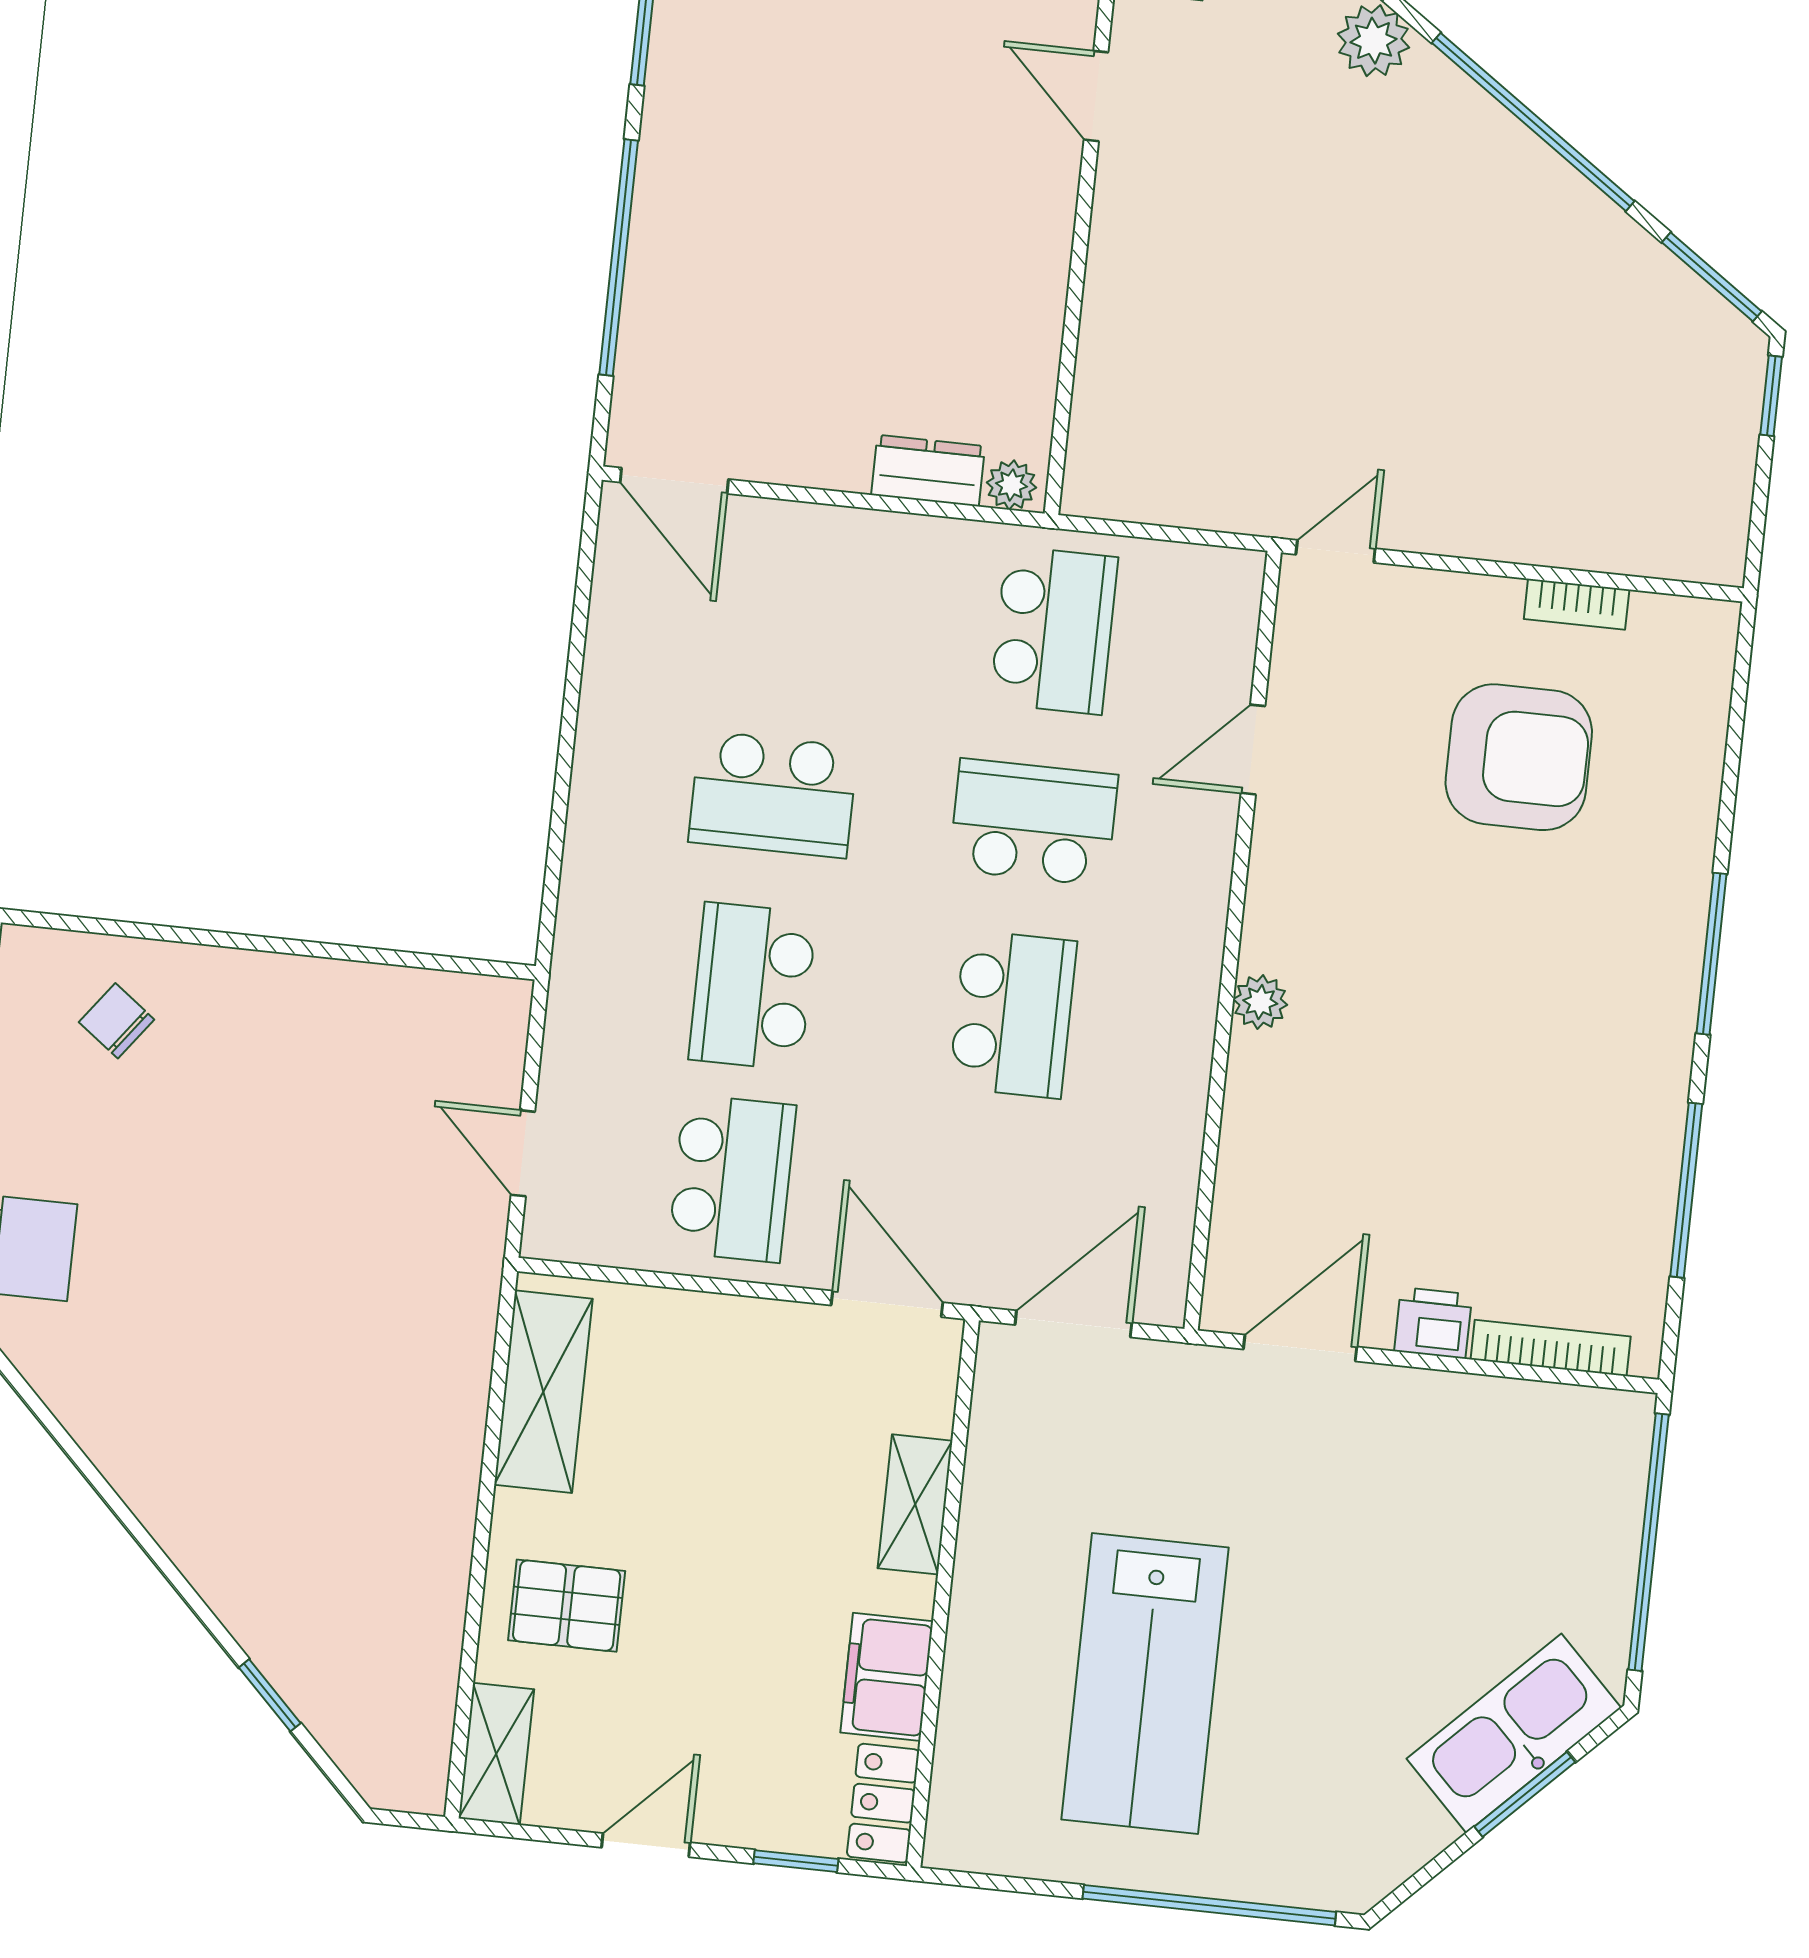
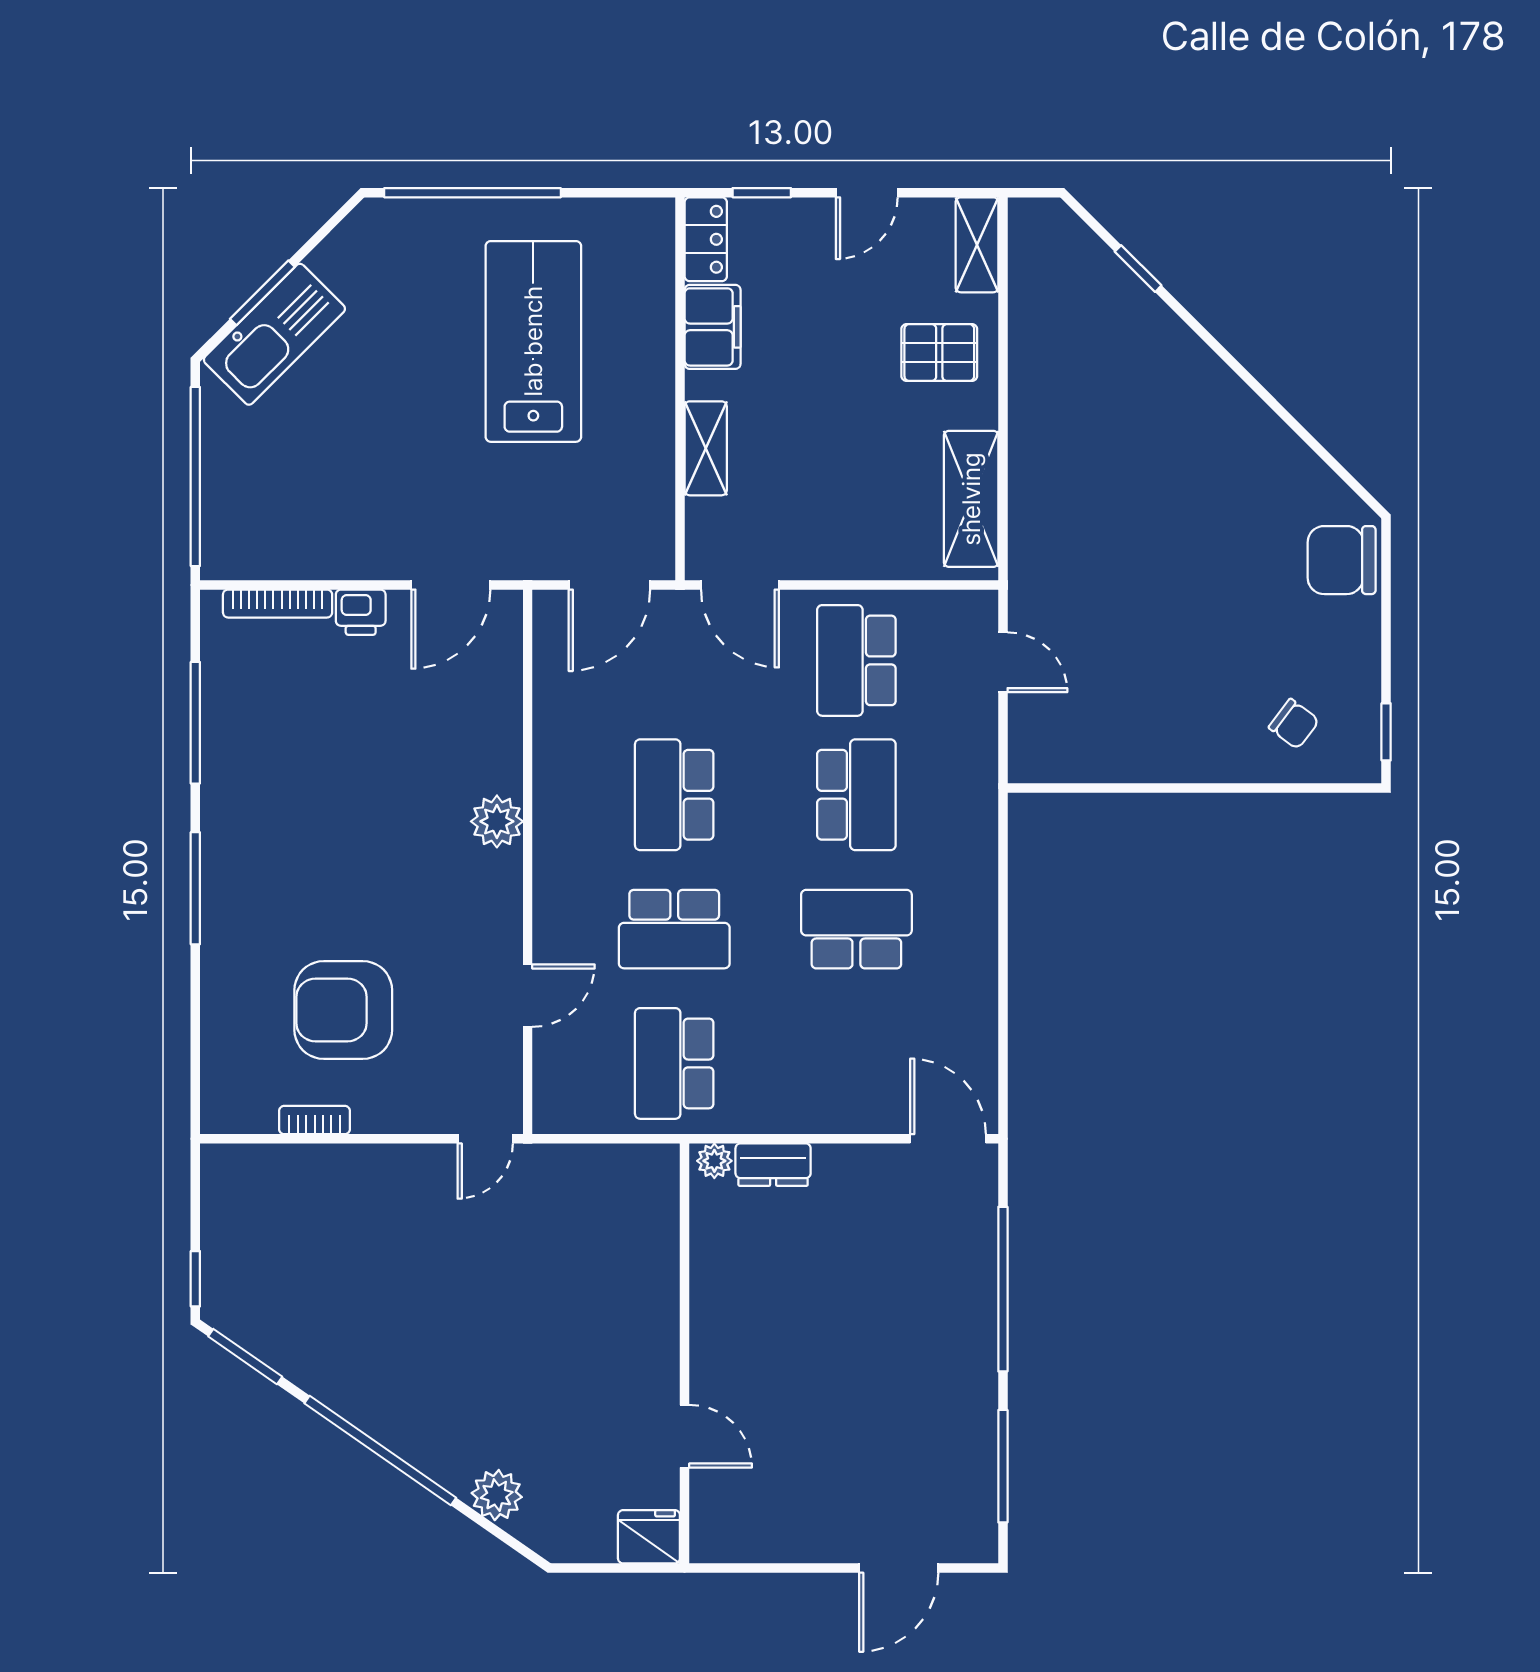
plant: (1260, 1002) -> (497, 821), width x1.38, depth x1.38

